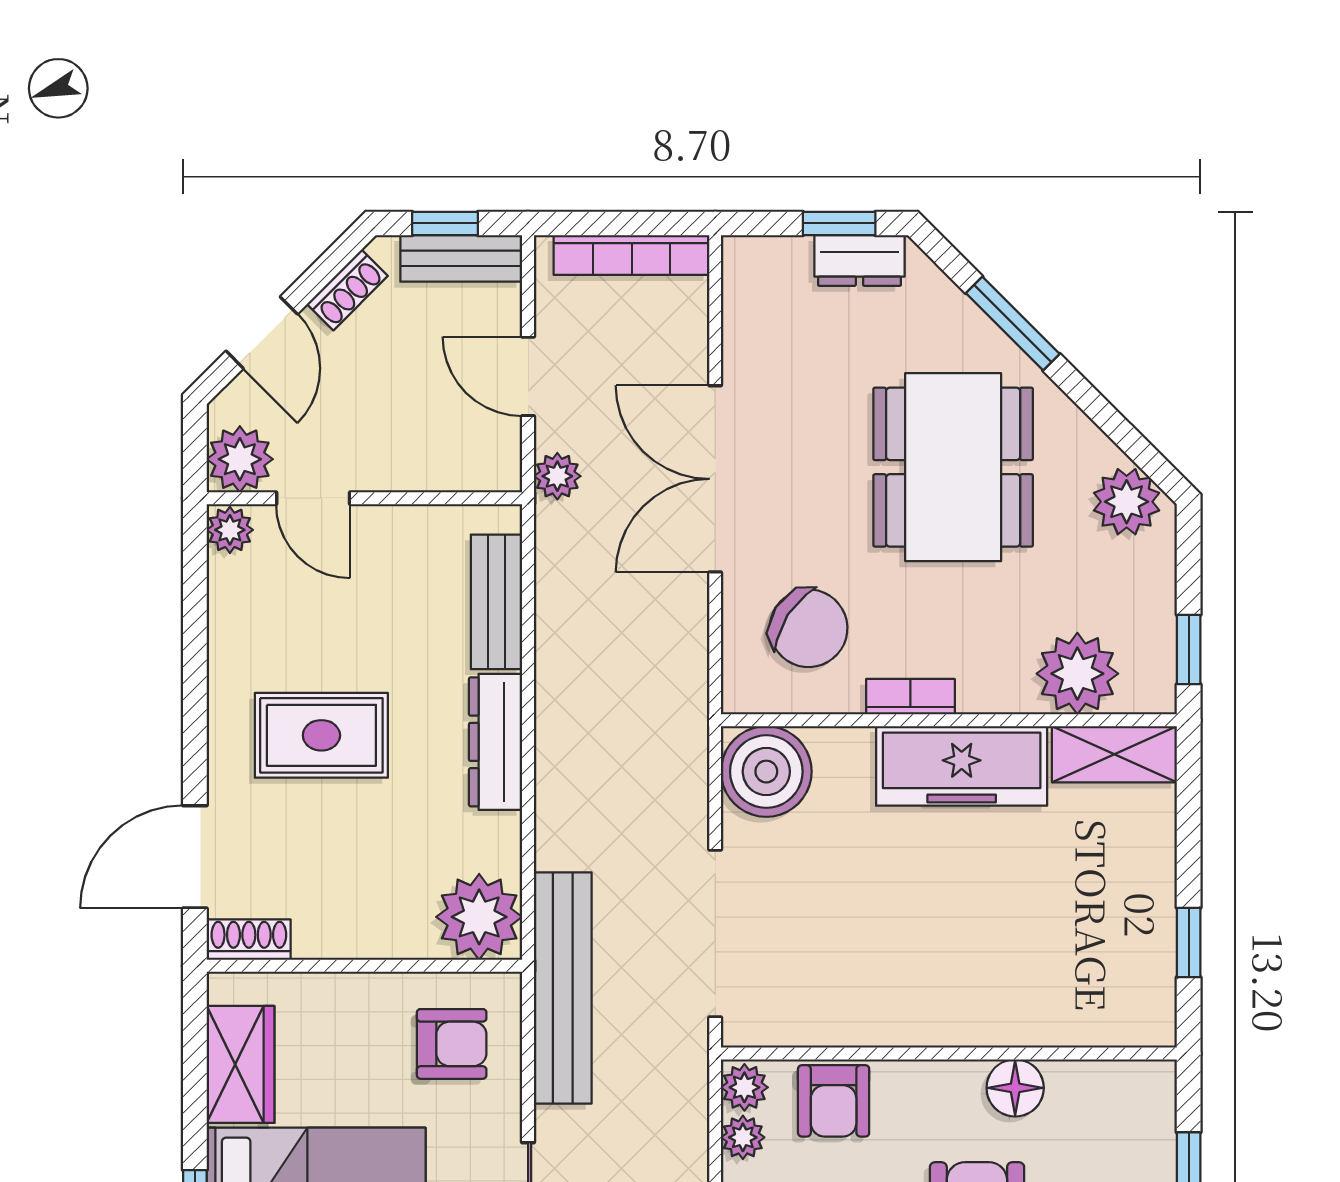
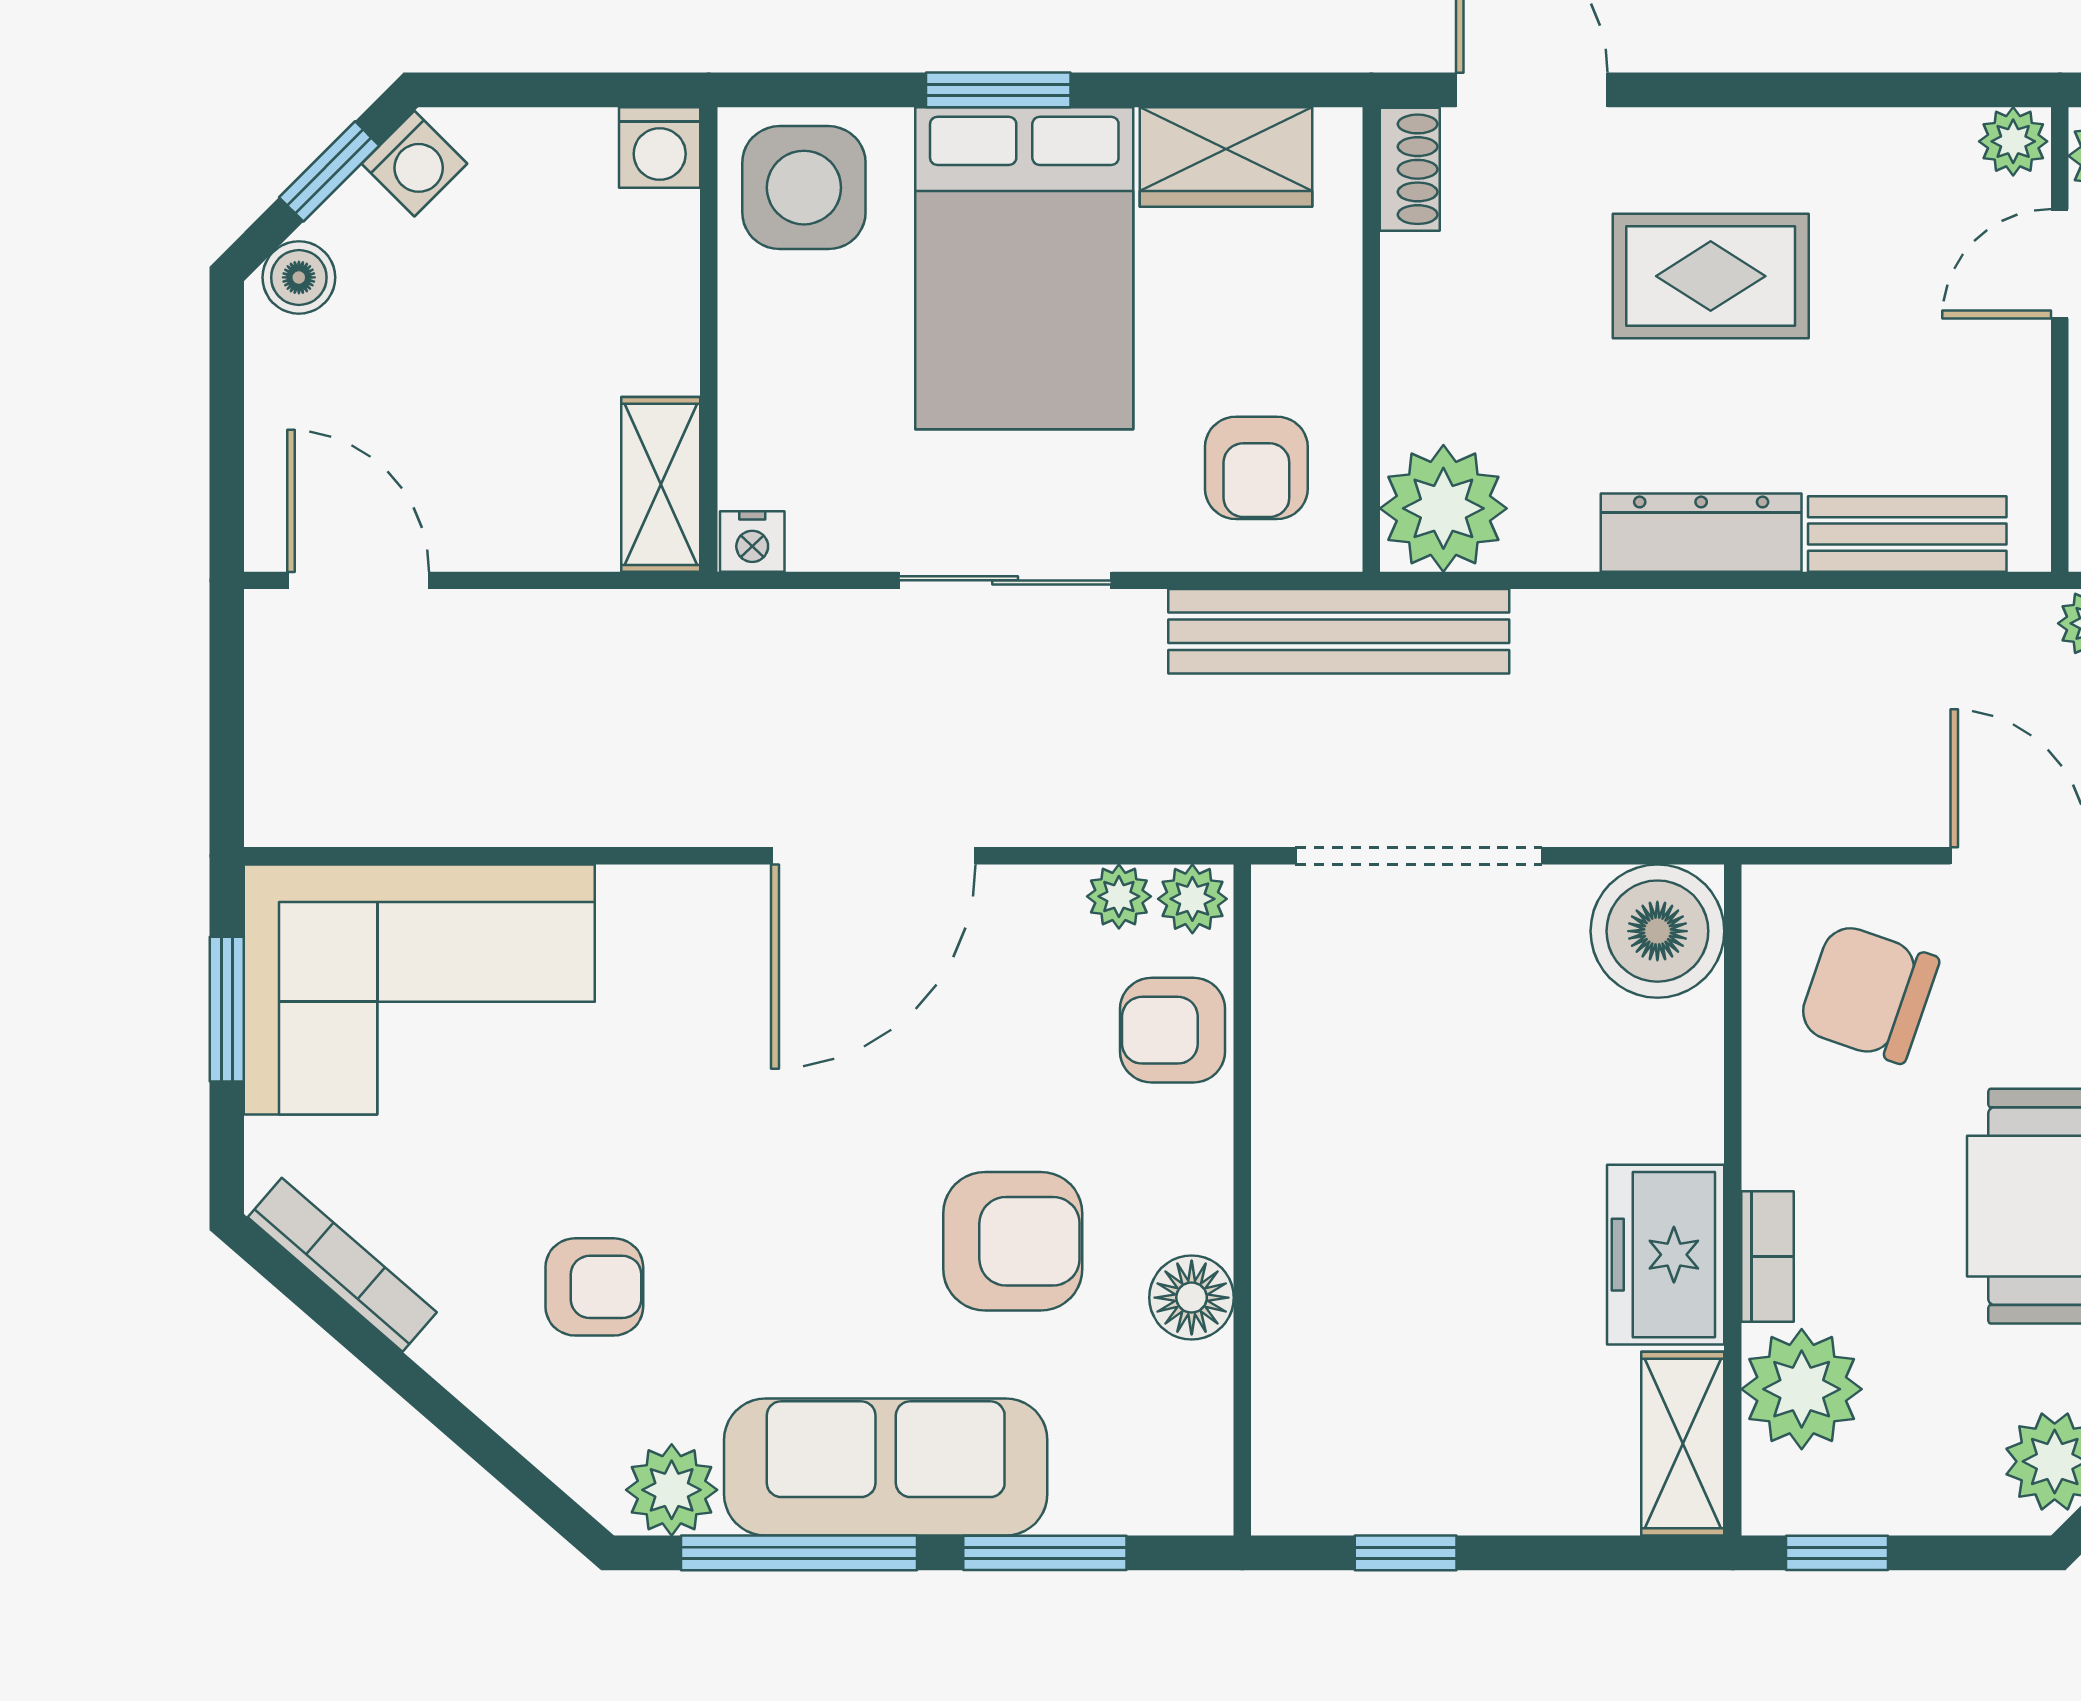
chair: (809, 628) -> (1868, 993), turned 76
bookcase: (910, 697) -> (1768, 1256), moved
rug: (321, 735) -> (1711, 276), turned 90
freezer: (962, 766) -> (1666, 1255), width x0.71

